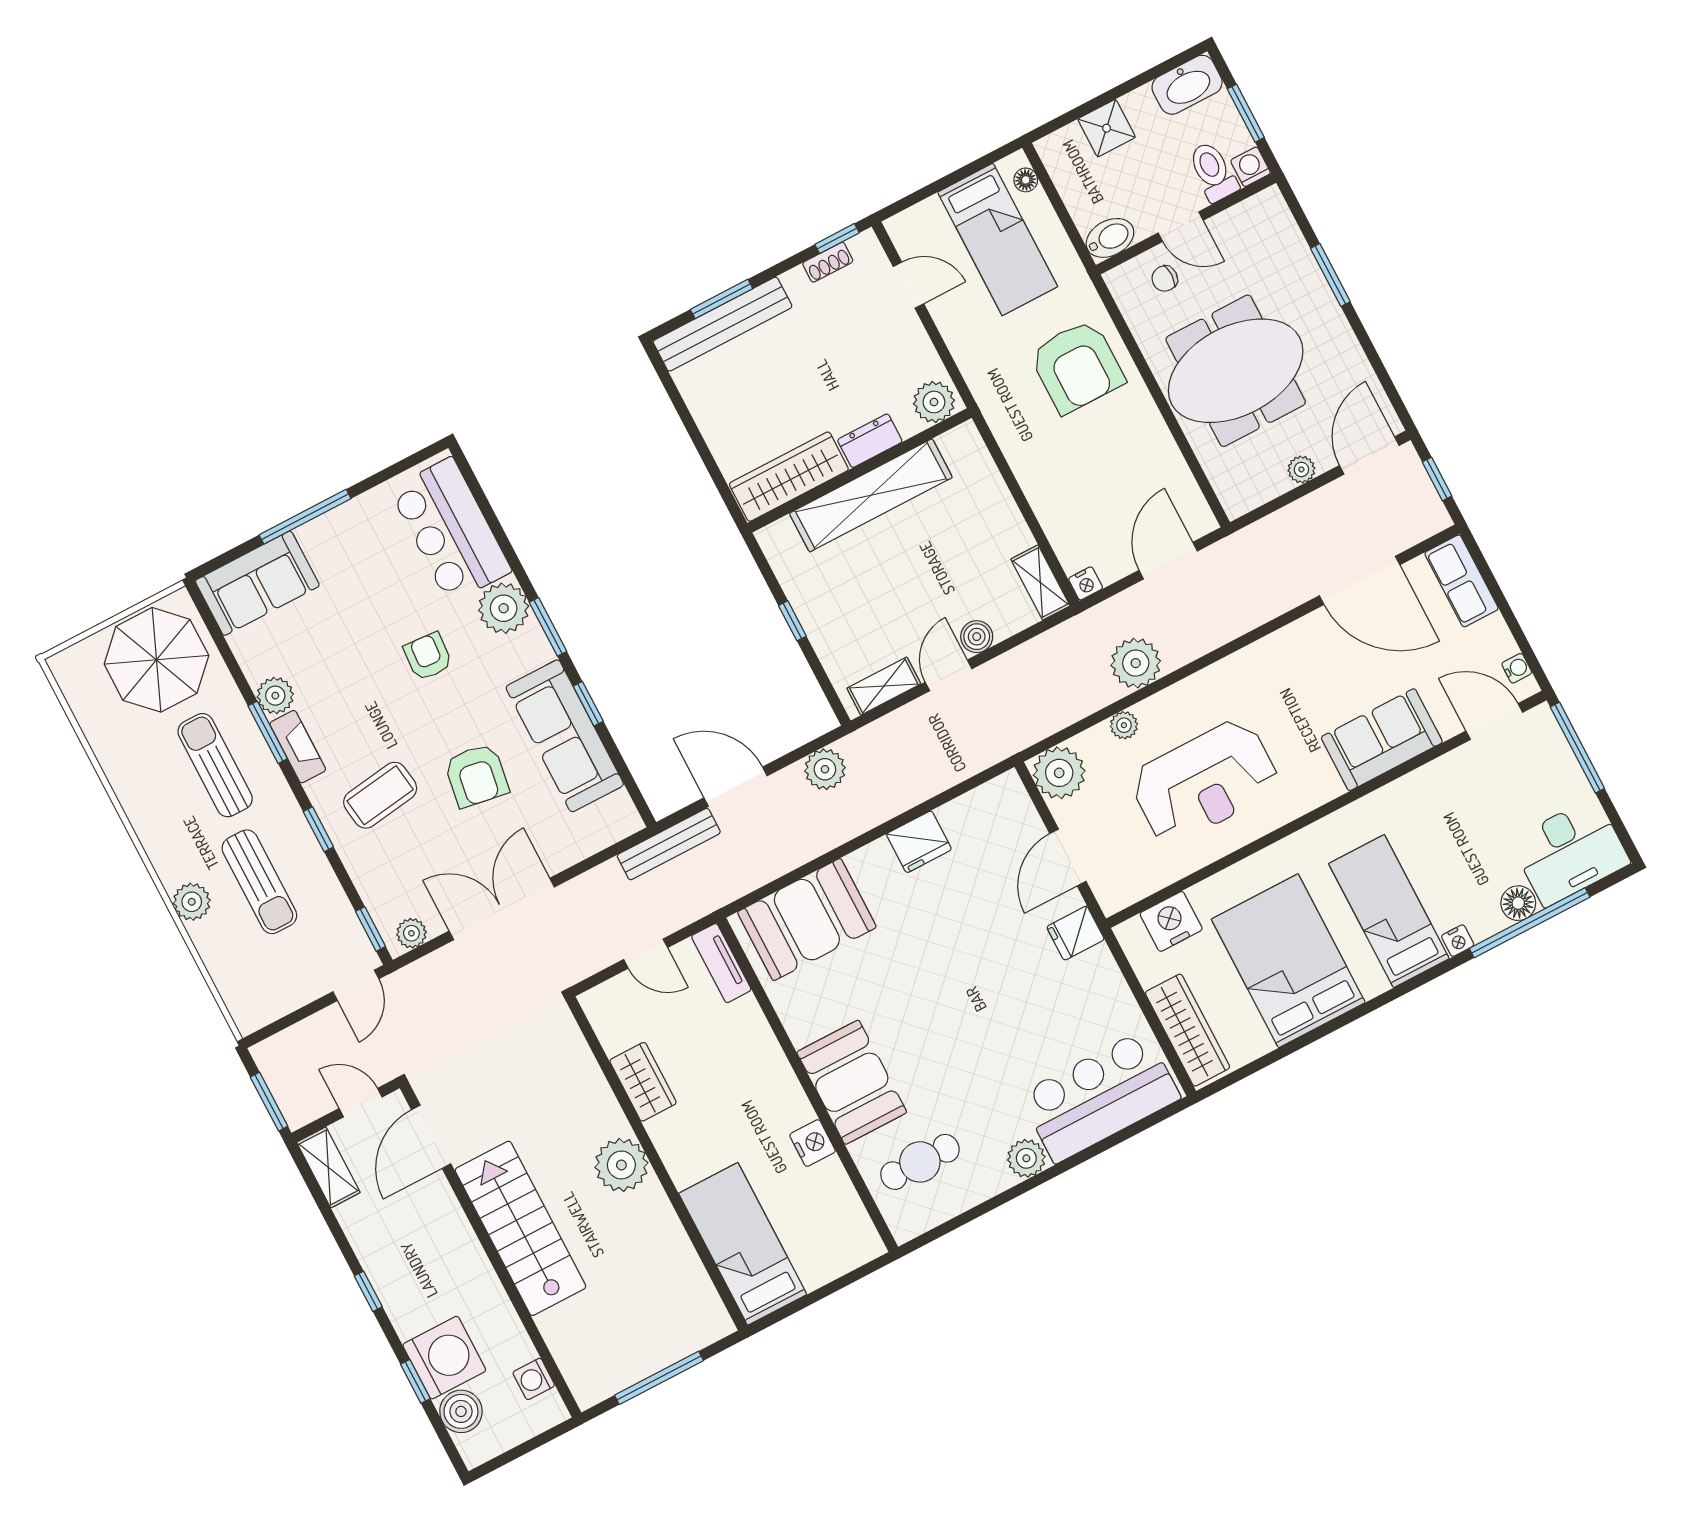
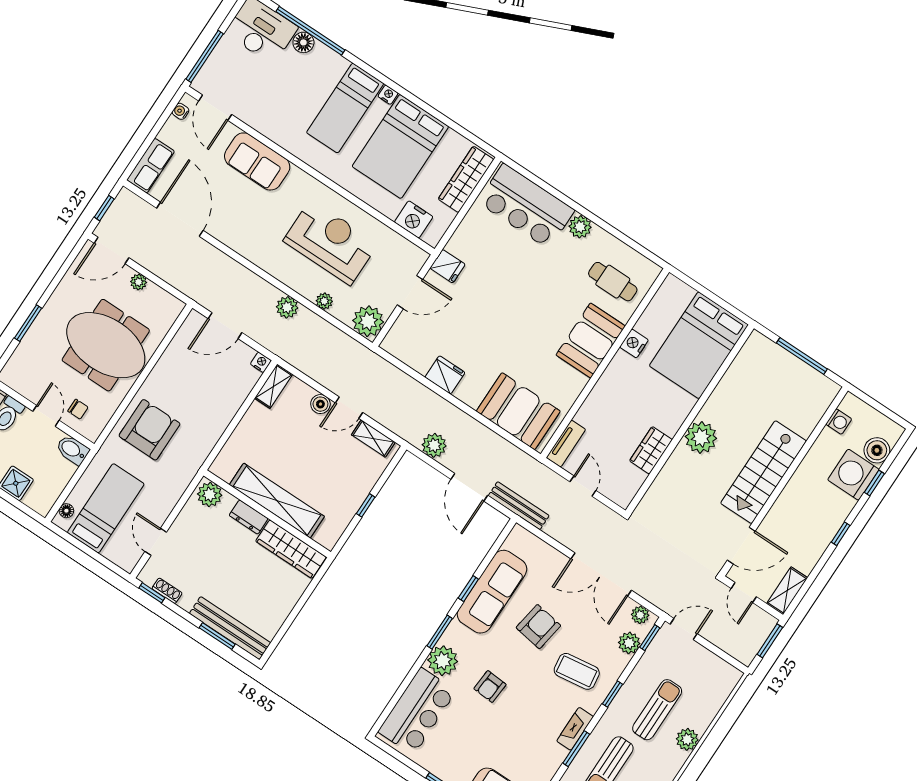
plant: (1136, 663) -> (287, 307), width x0.73, depth x0.73
plant: (275, 696) -> (629, 643), moved
nightstand: (1458, 941) -> (388, 95), moved
bed: (743, 1244) -> (699, 345), width x1.50

